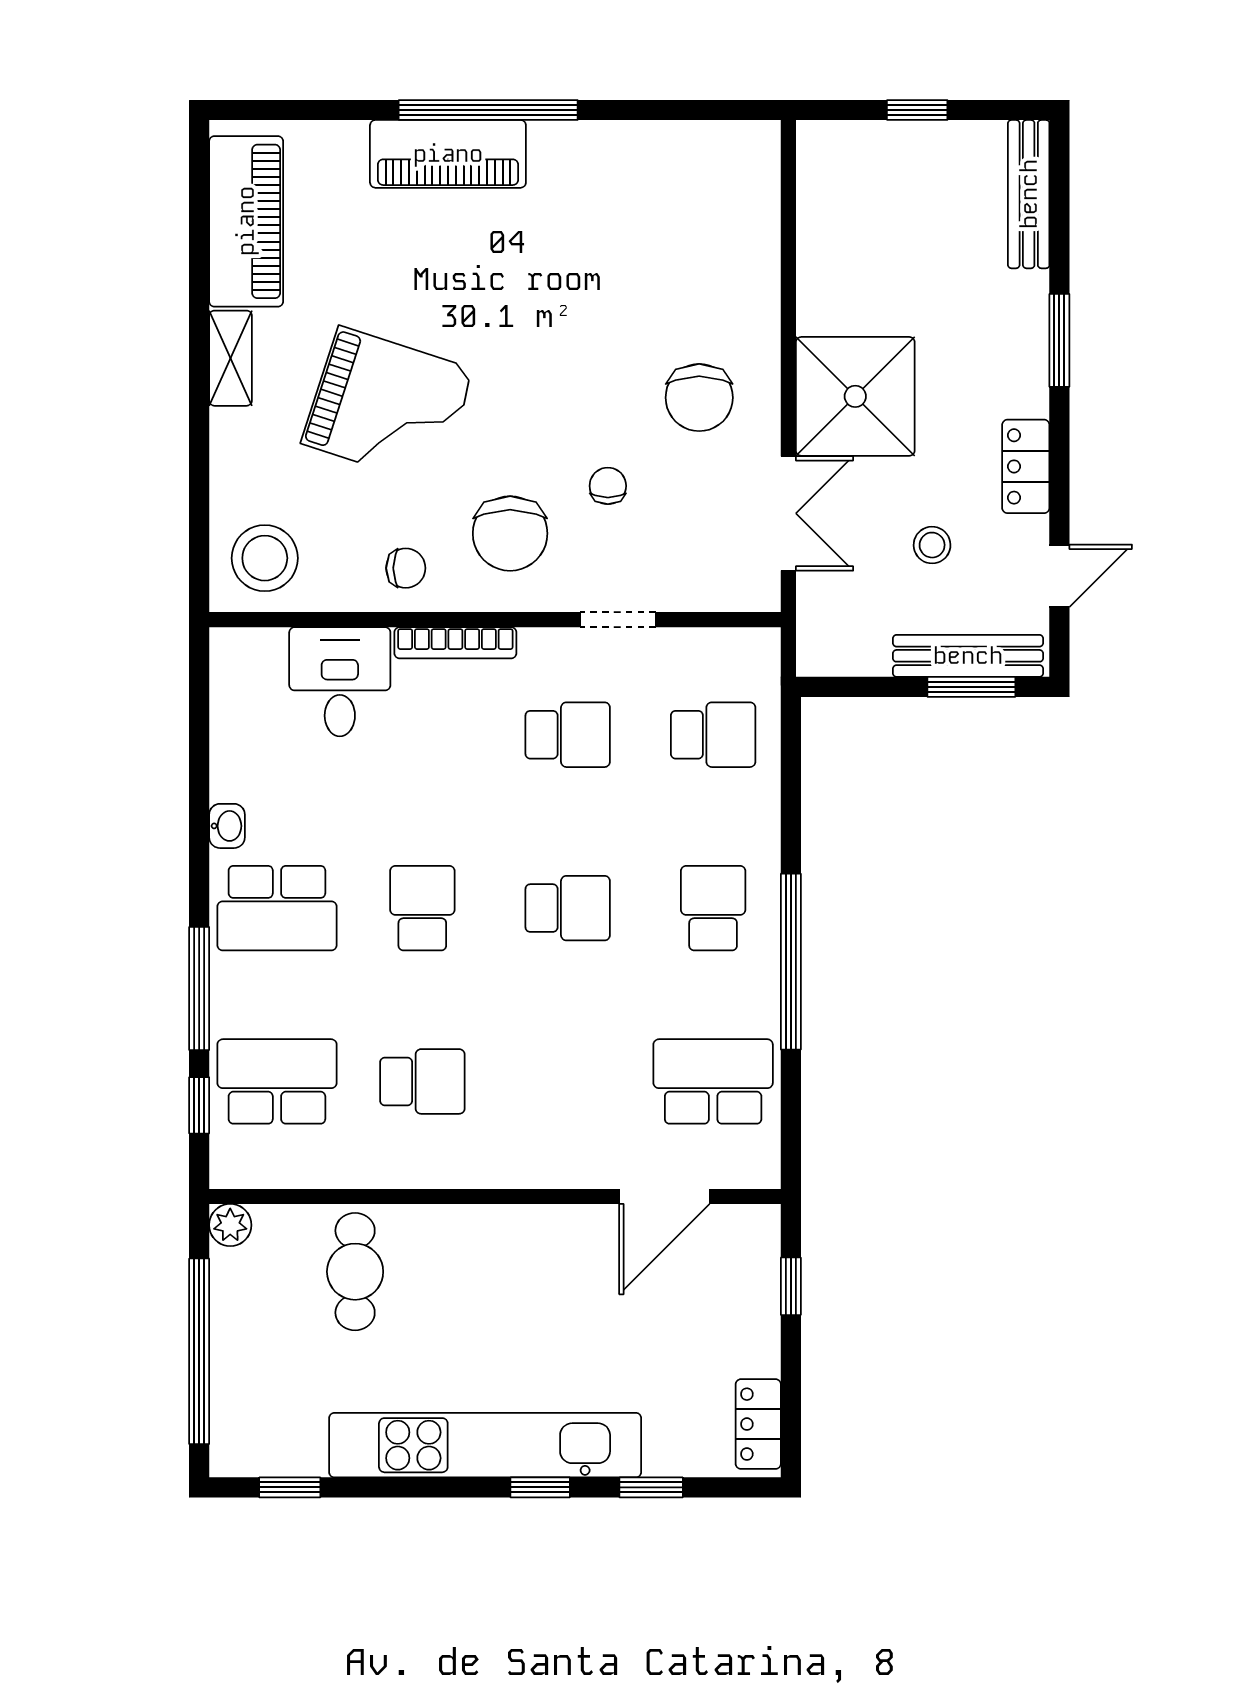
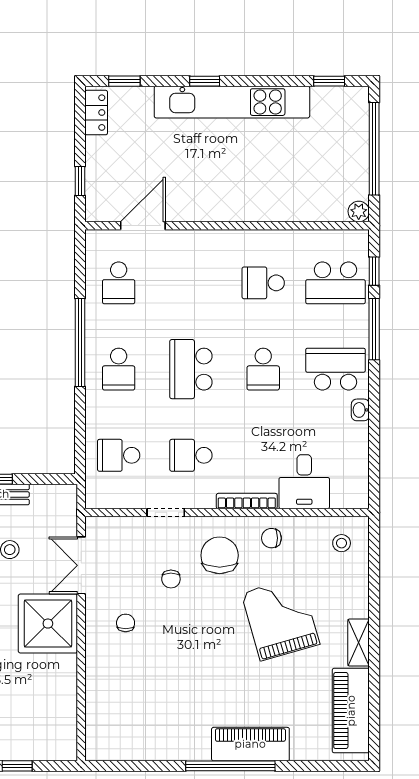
chair: (699, 398) -> (126, 623), width x0.54, depth x0.54
grand piano: (388, 406) -> (280, 619), turned 56
stool: (265, 558) -> (342, 543), width x0.53, depth x0.53
school desk: (568, 908) -> (191, 369), width x1.85
school desk: (713, 1081) -> (119, 283), width x0.54
cafe table: (355, 1272) -> (297, 188), removed
window: (651, 1487) -> (124, 81), moved

